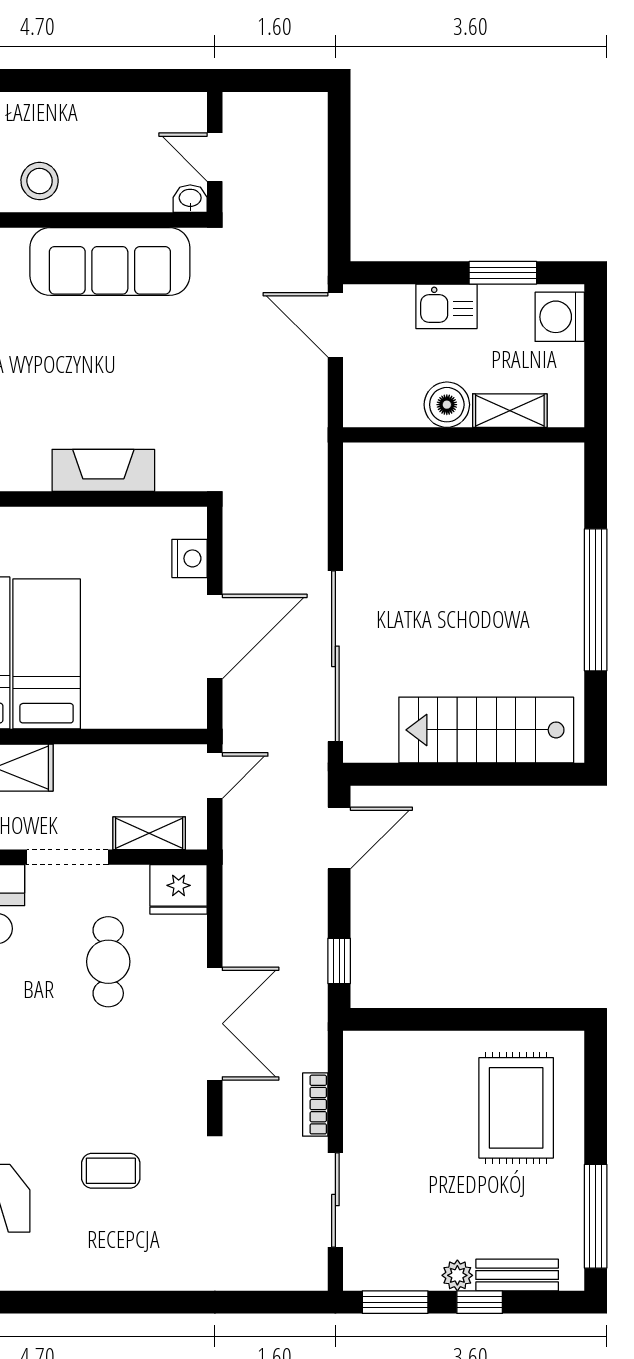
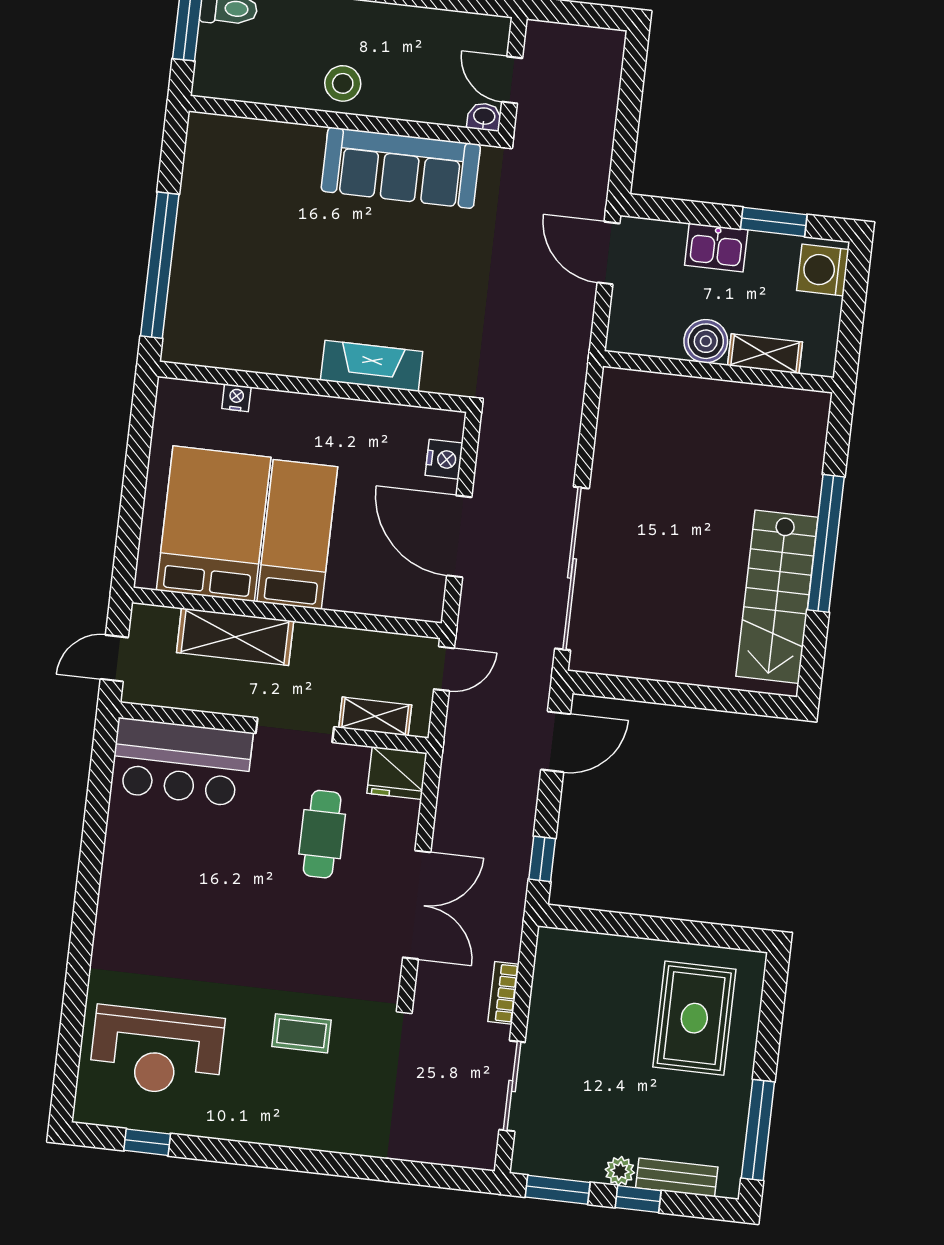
door: (215, 637) -> (459, 536), swing flipped
stairs: (486, 730) -> (777, 597), moved, turned -90

